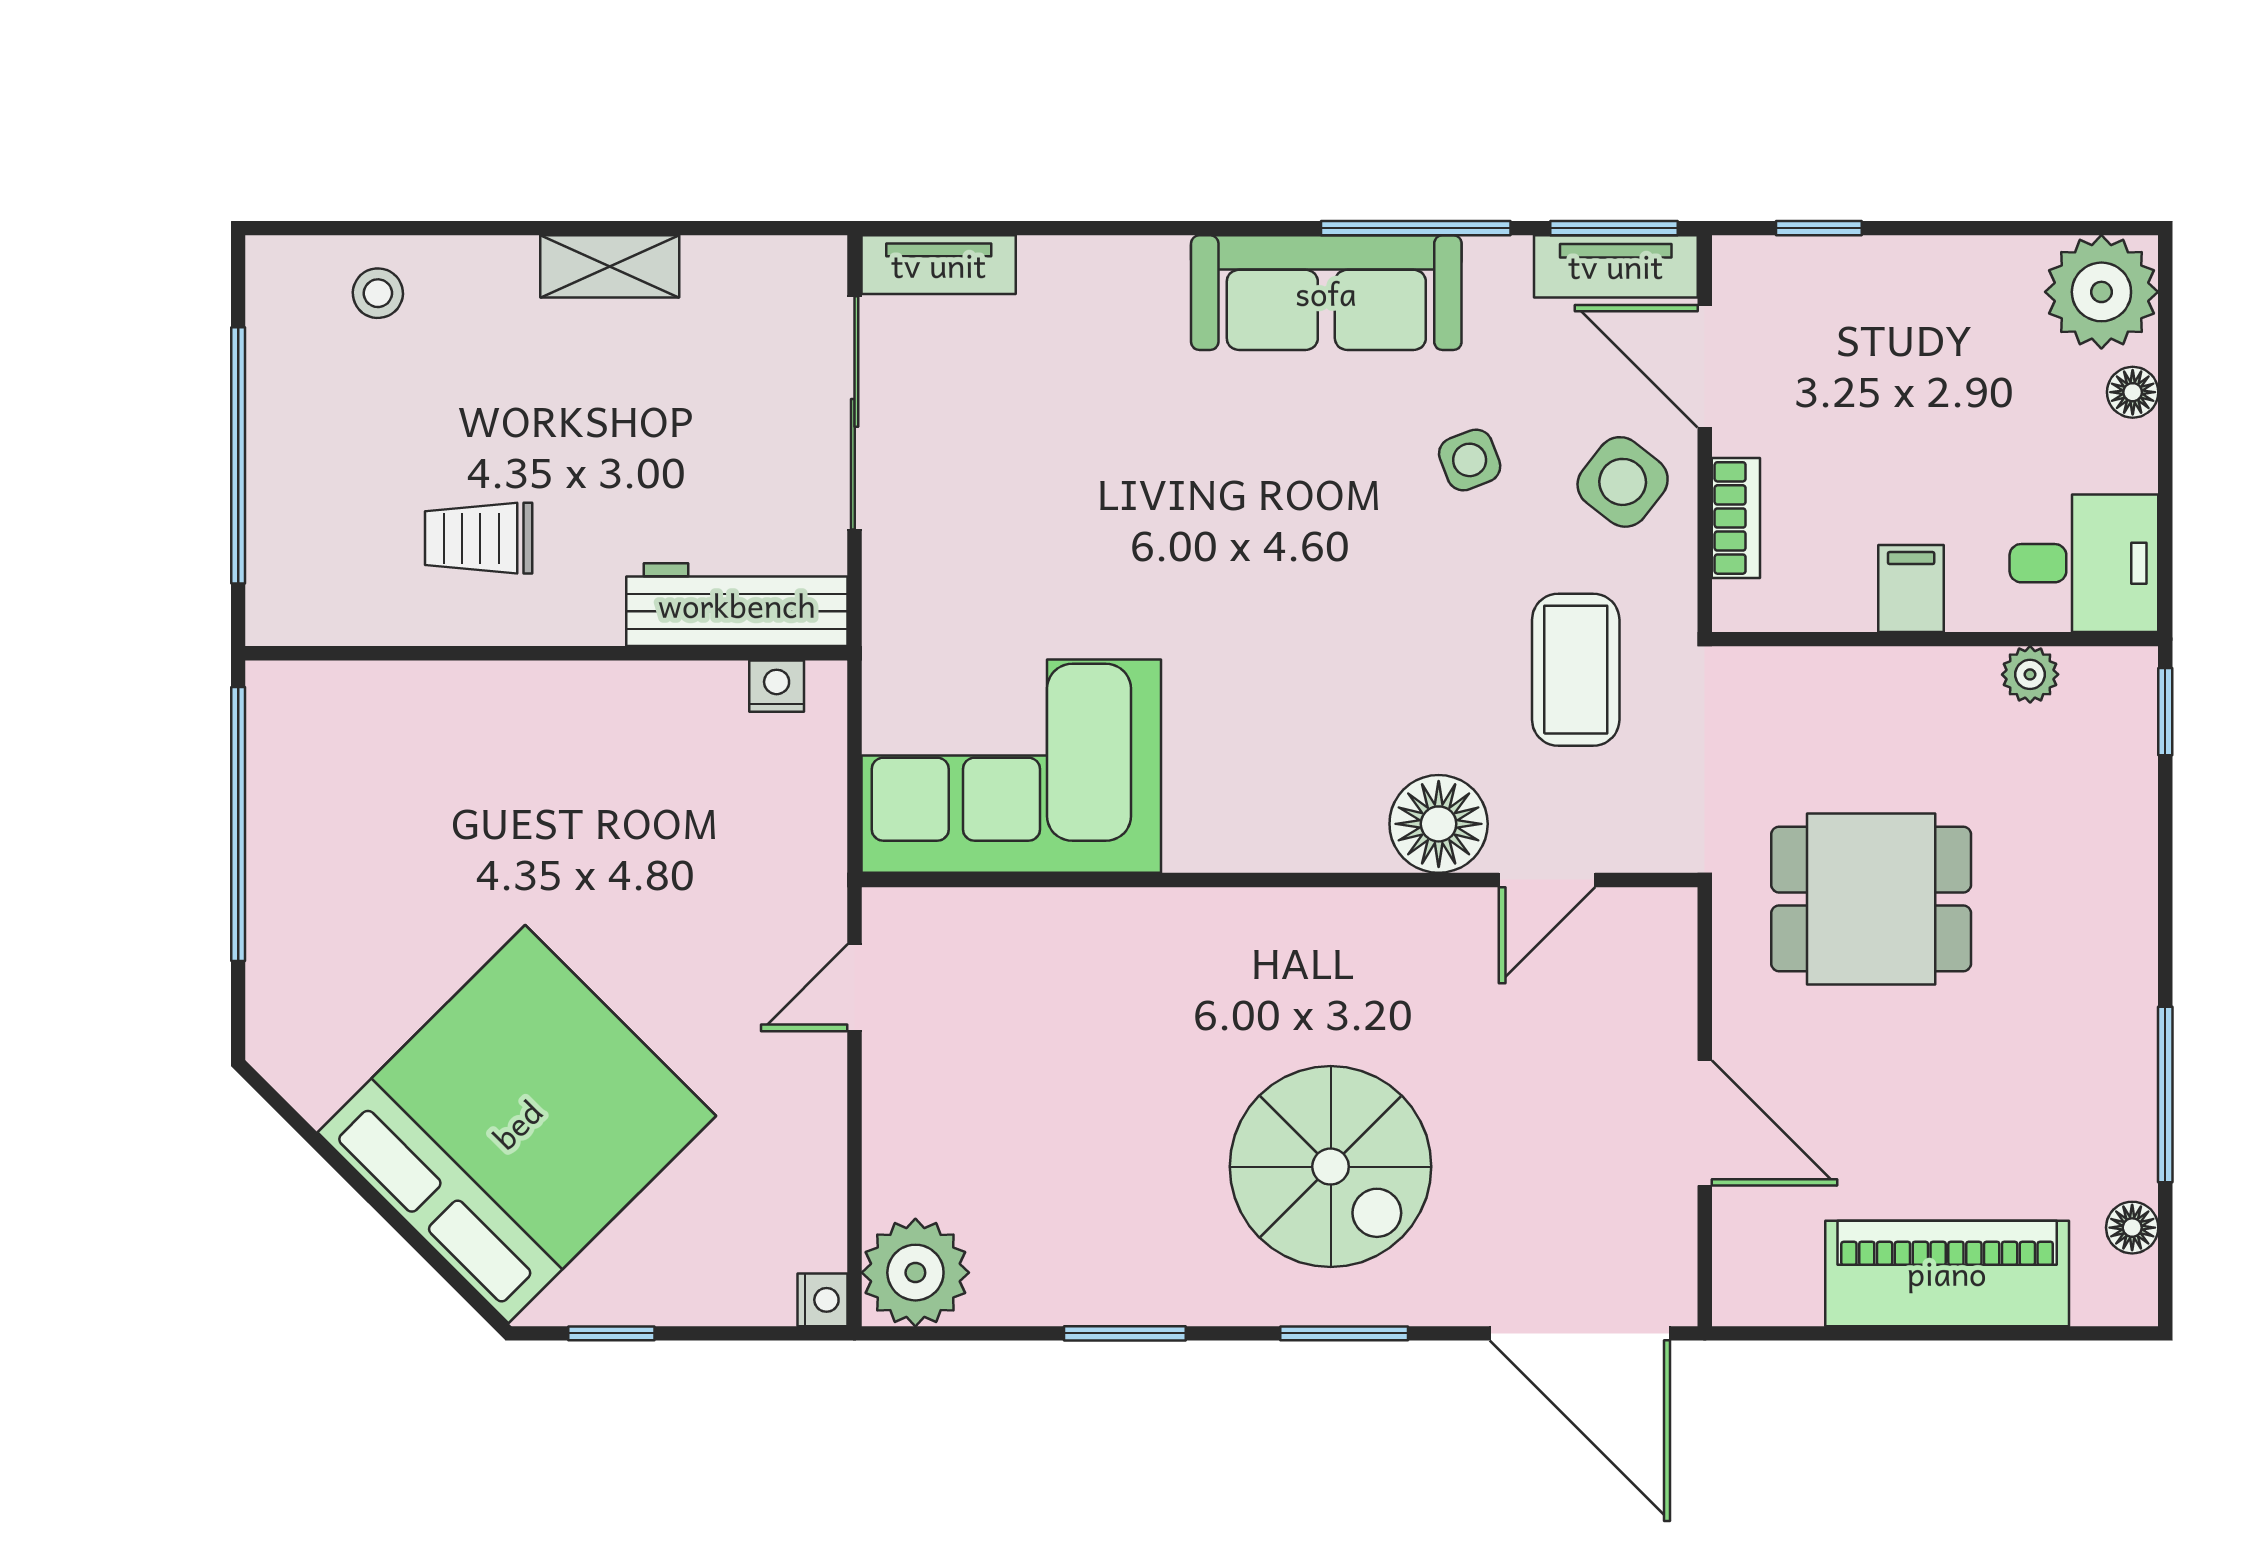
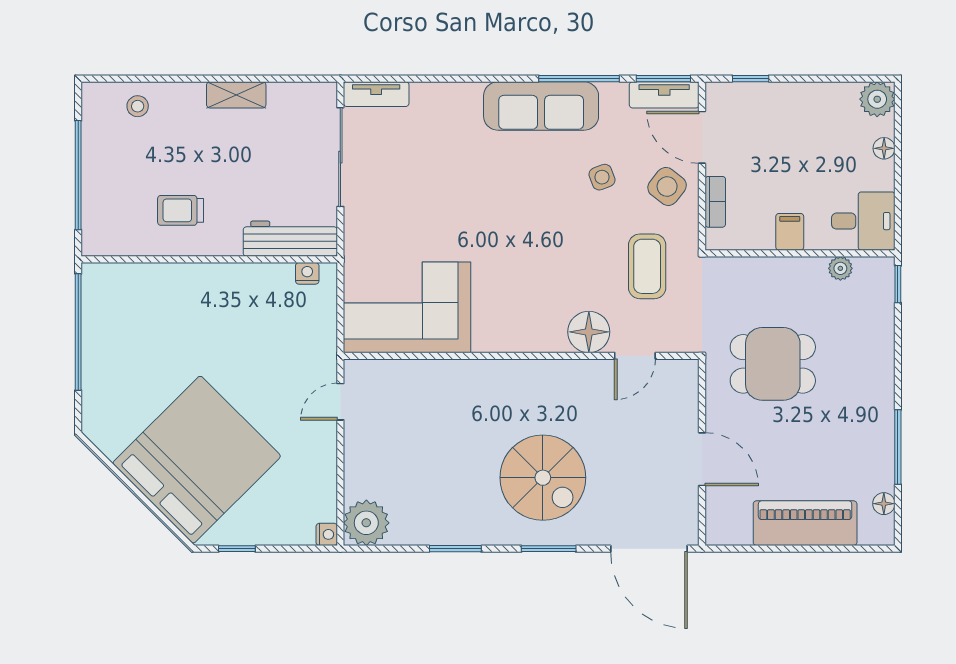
plant: (2101, 292) -> (877, 99), width x0.73, depth x0.73

